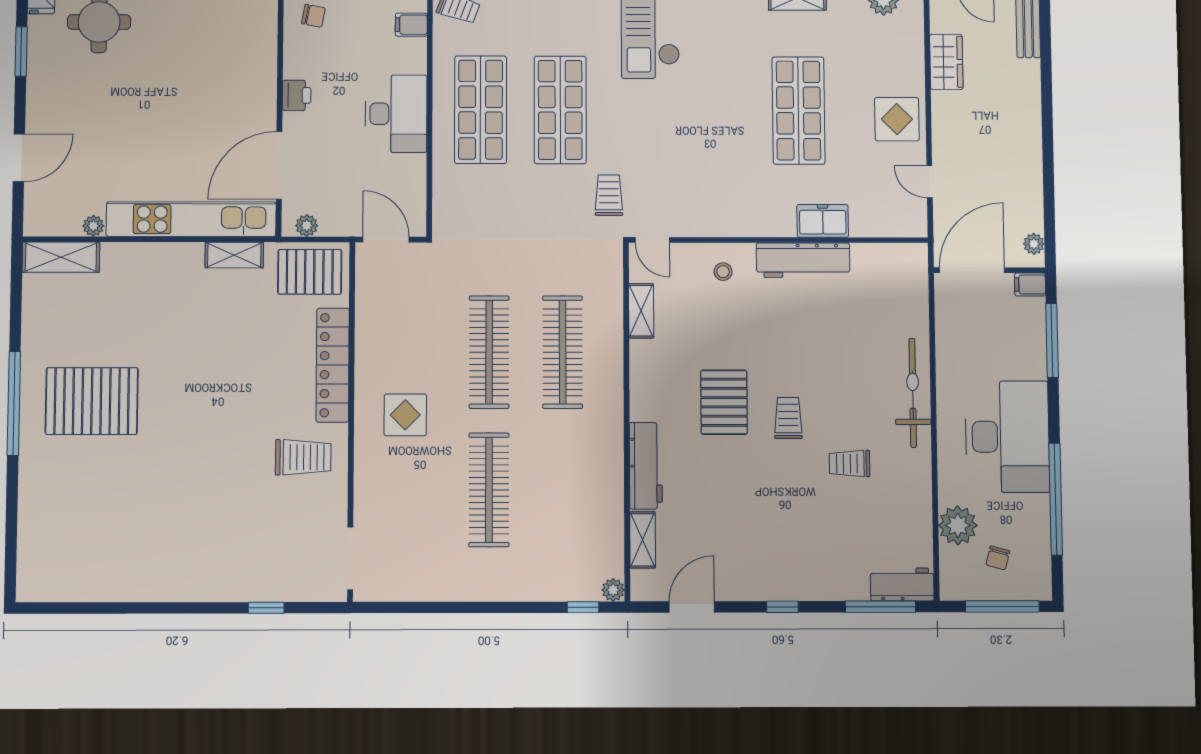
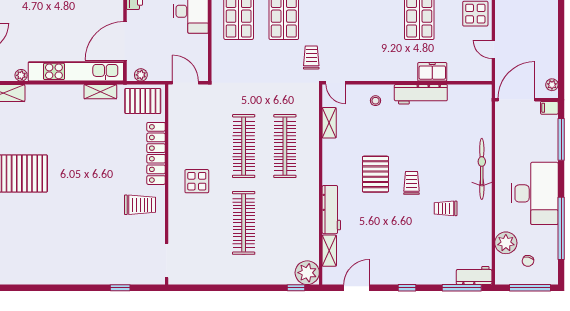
plant: (613, 590) -> (307, 273), width x1.87, depth x1.87

